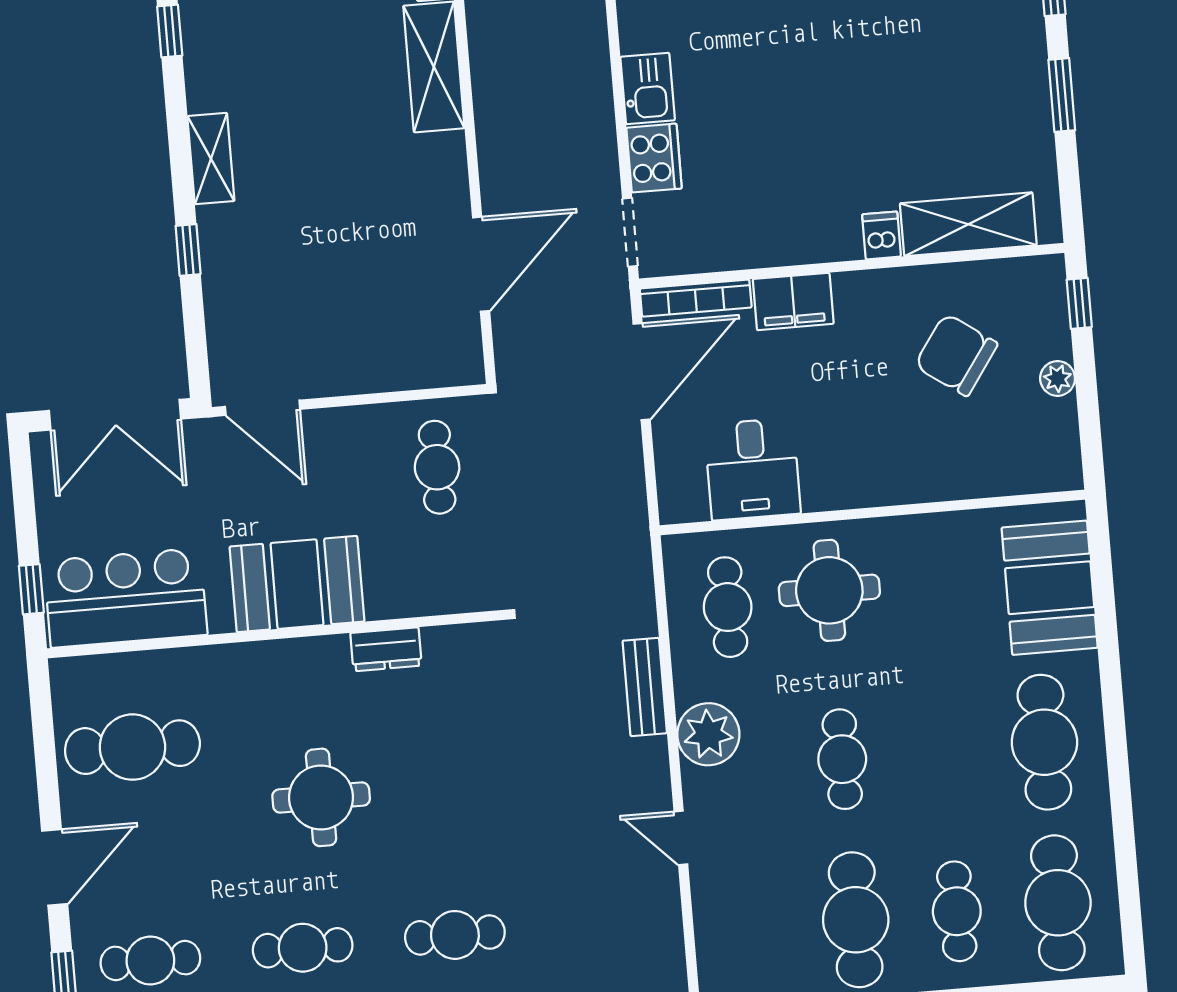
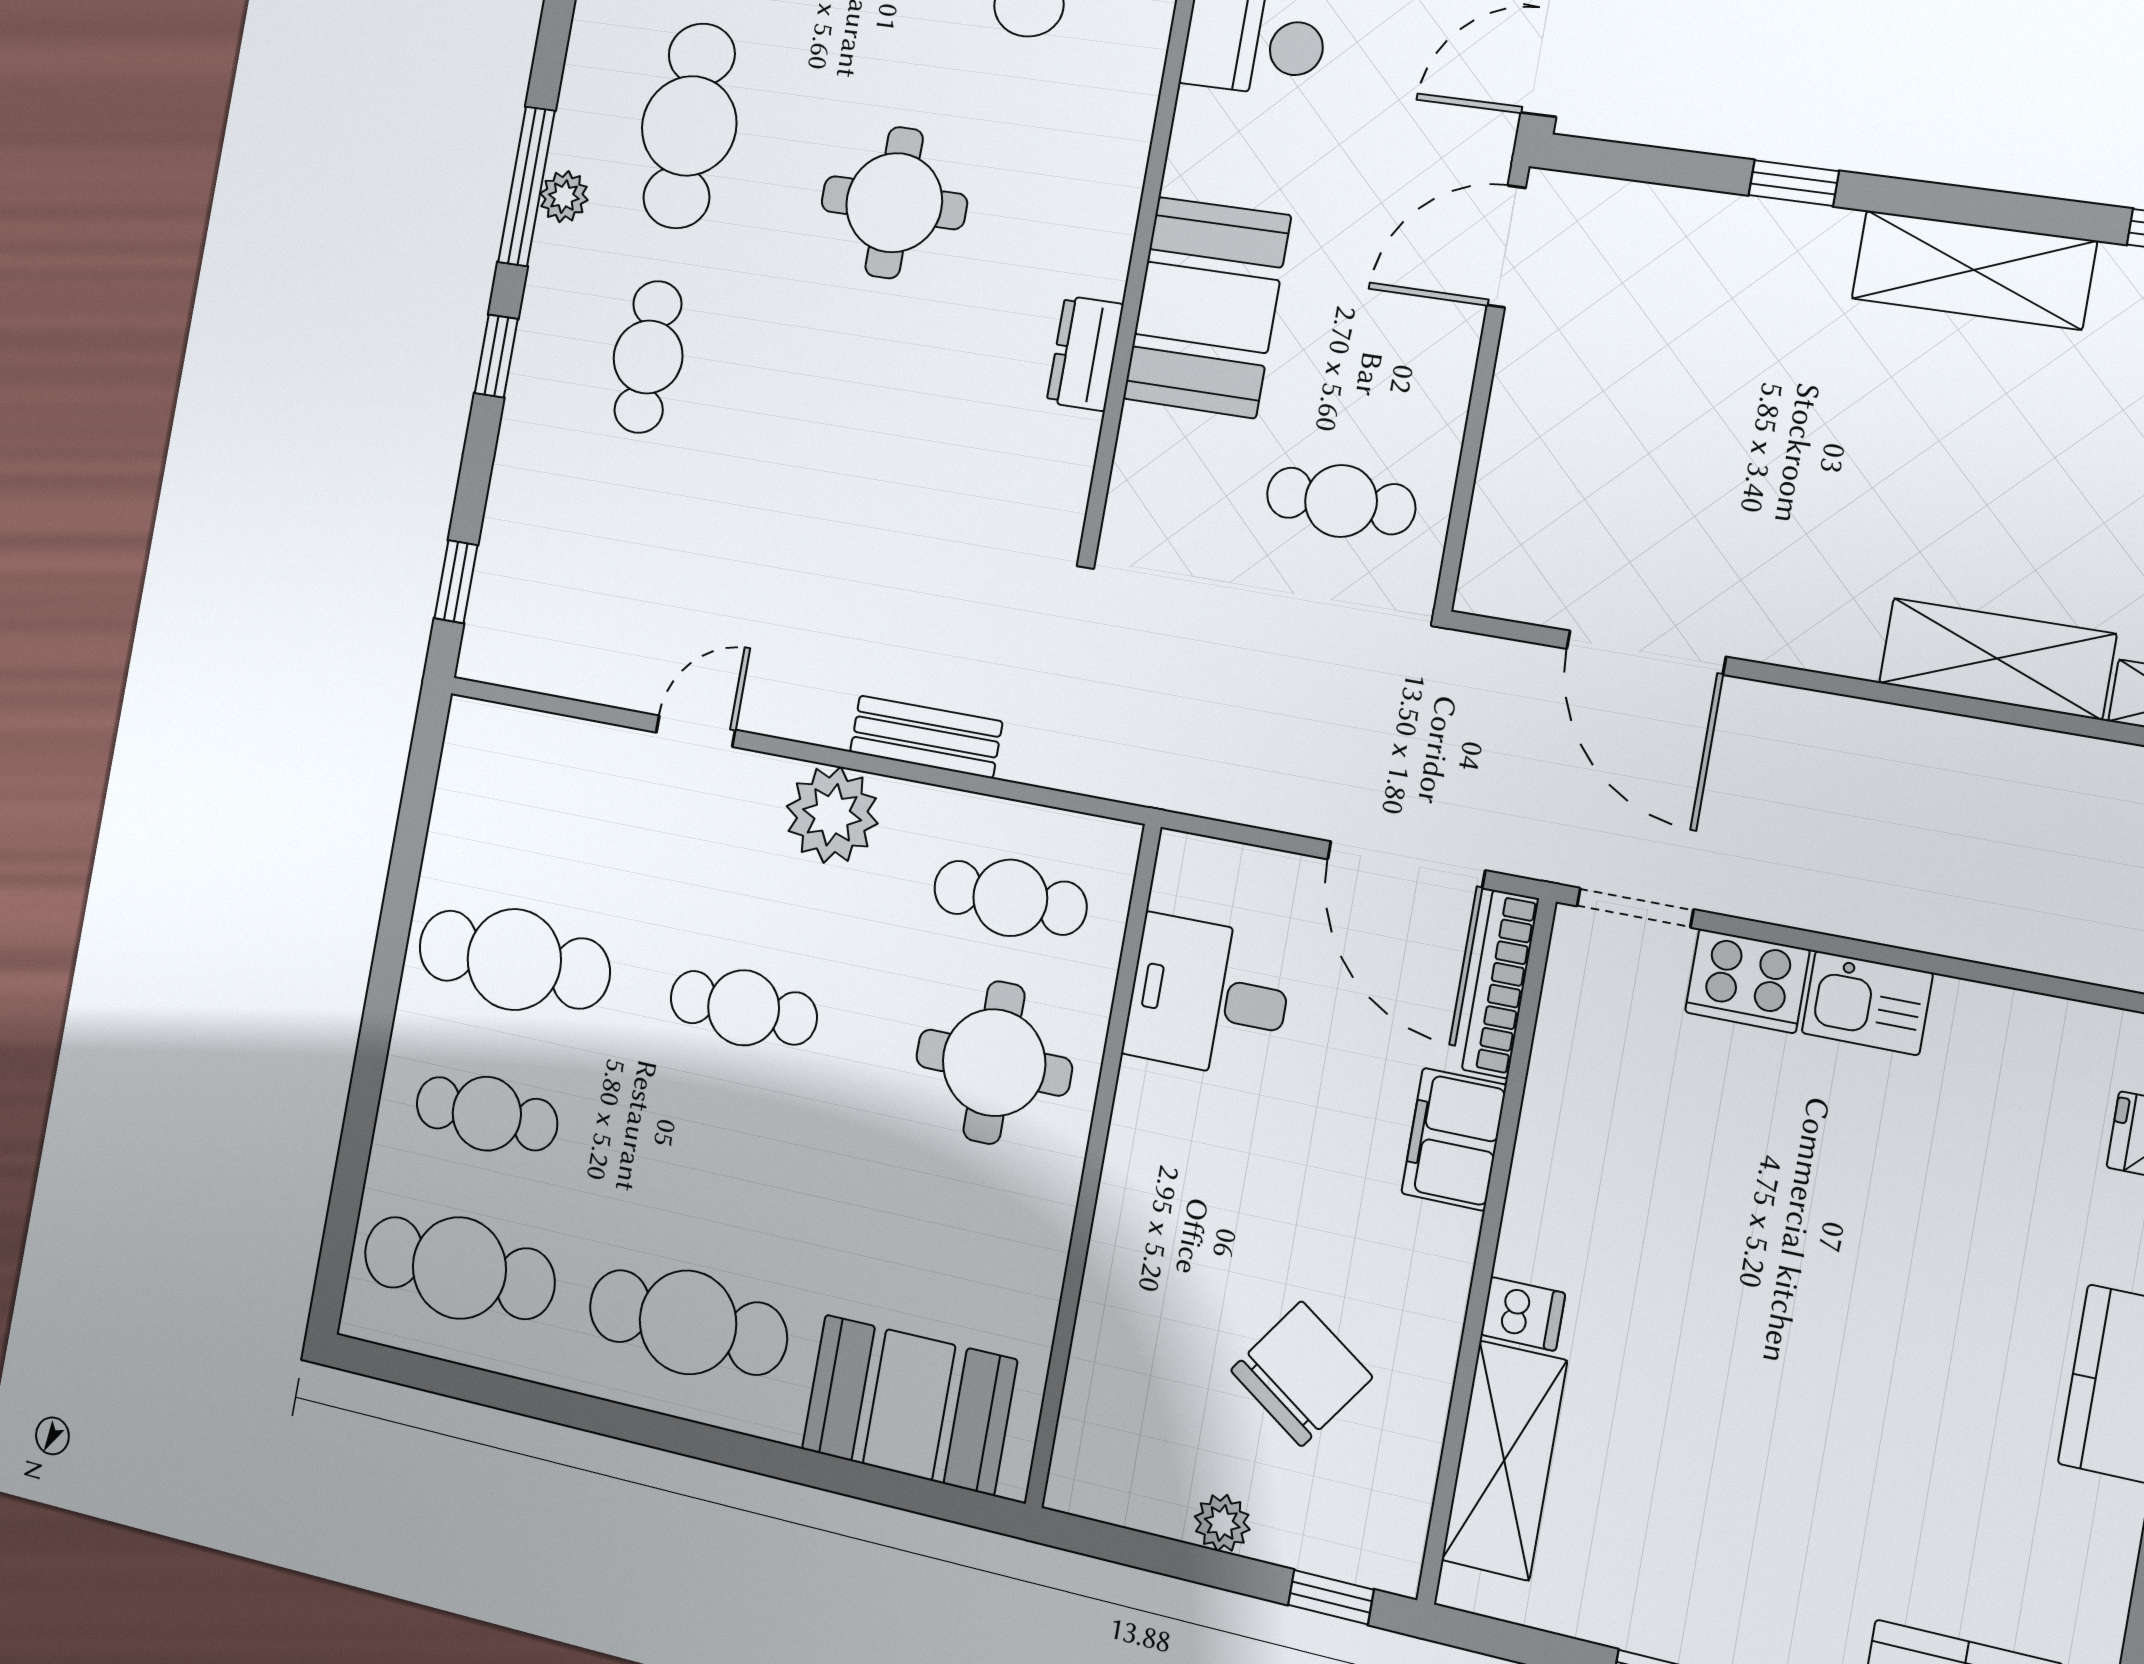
shelving: (211, 159) -> (1974, 270), width x1.50, depth x1.33
booth: (297, 584) -> (1207, 307), moved
cafe table: (303, 948) -> (689, 126), width x1.37, depth x1.35

